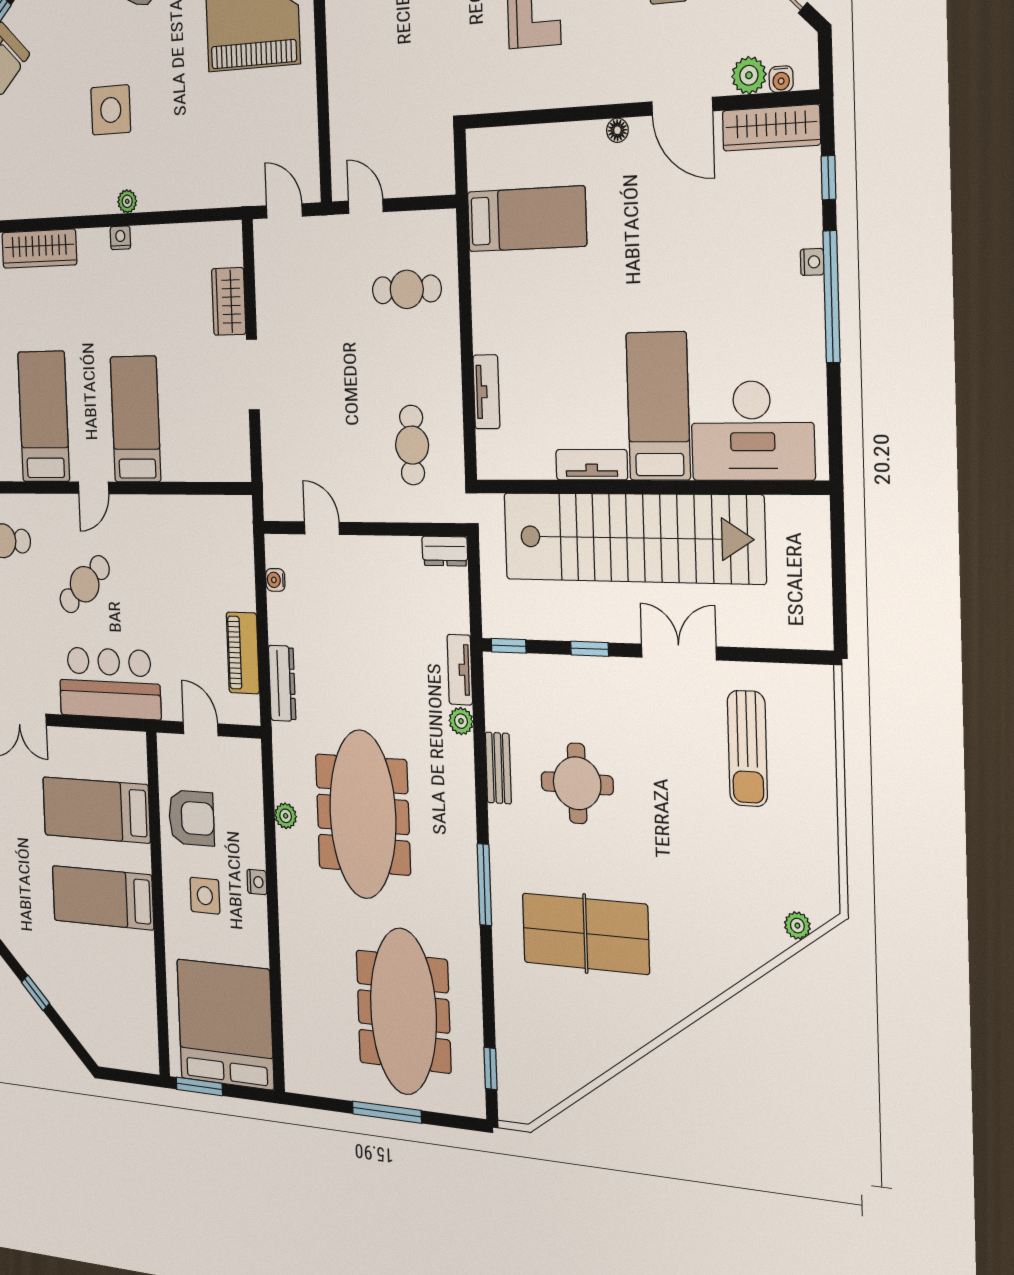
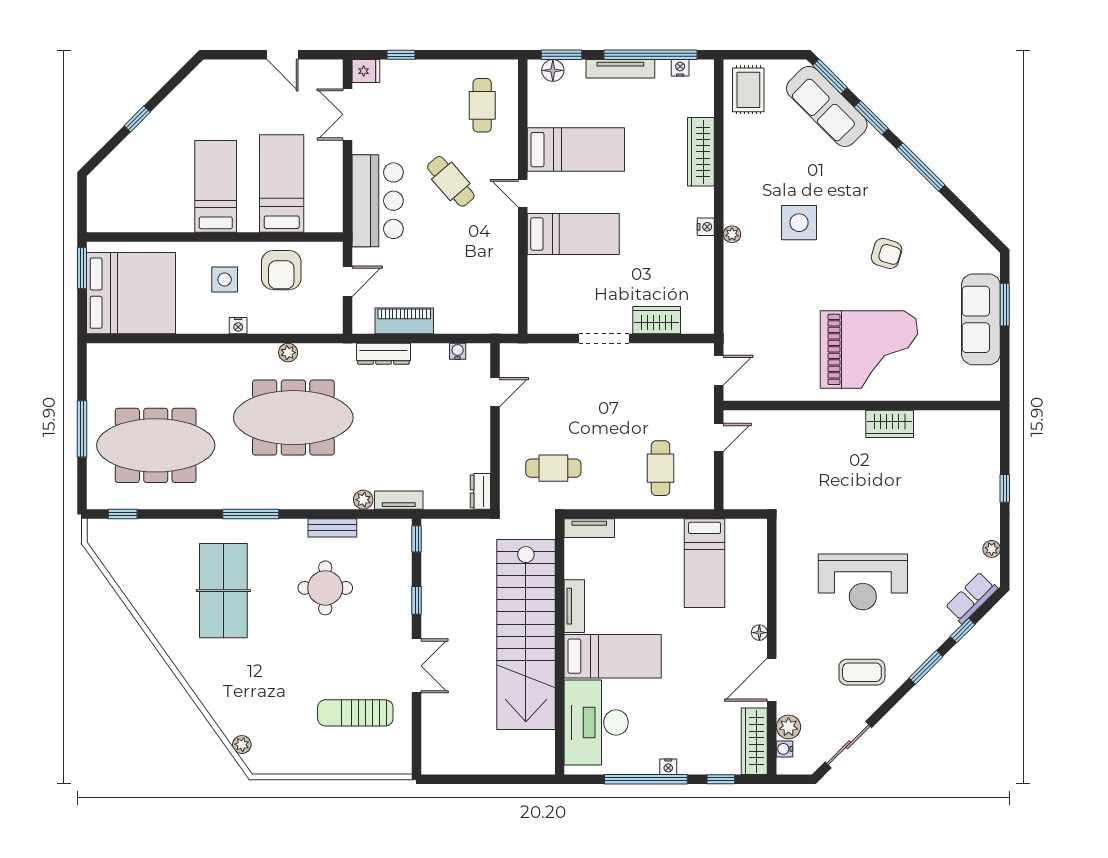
bed: (658, 406) -> (613, 656), moved
desk: (752, 431) -> (596, 722), moved
tv unit: (592, 465) -> (574, 606), moved
wall: (647, 487) -> (560, 647), moved
stairs: (632, 538) -> (526, 634), moved

